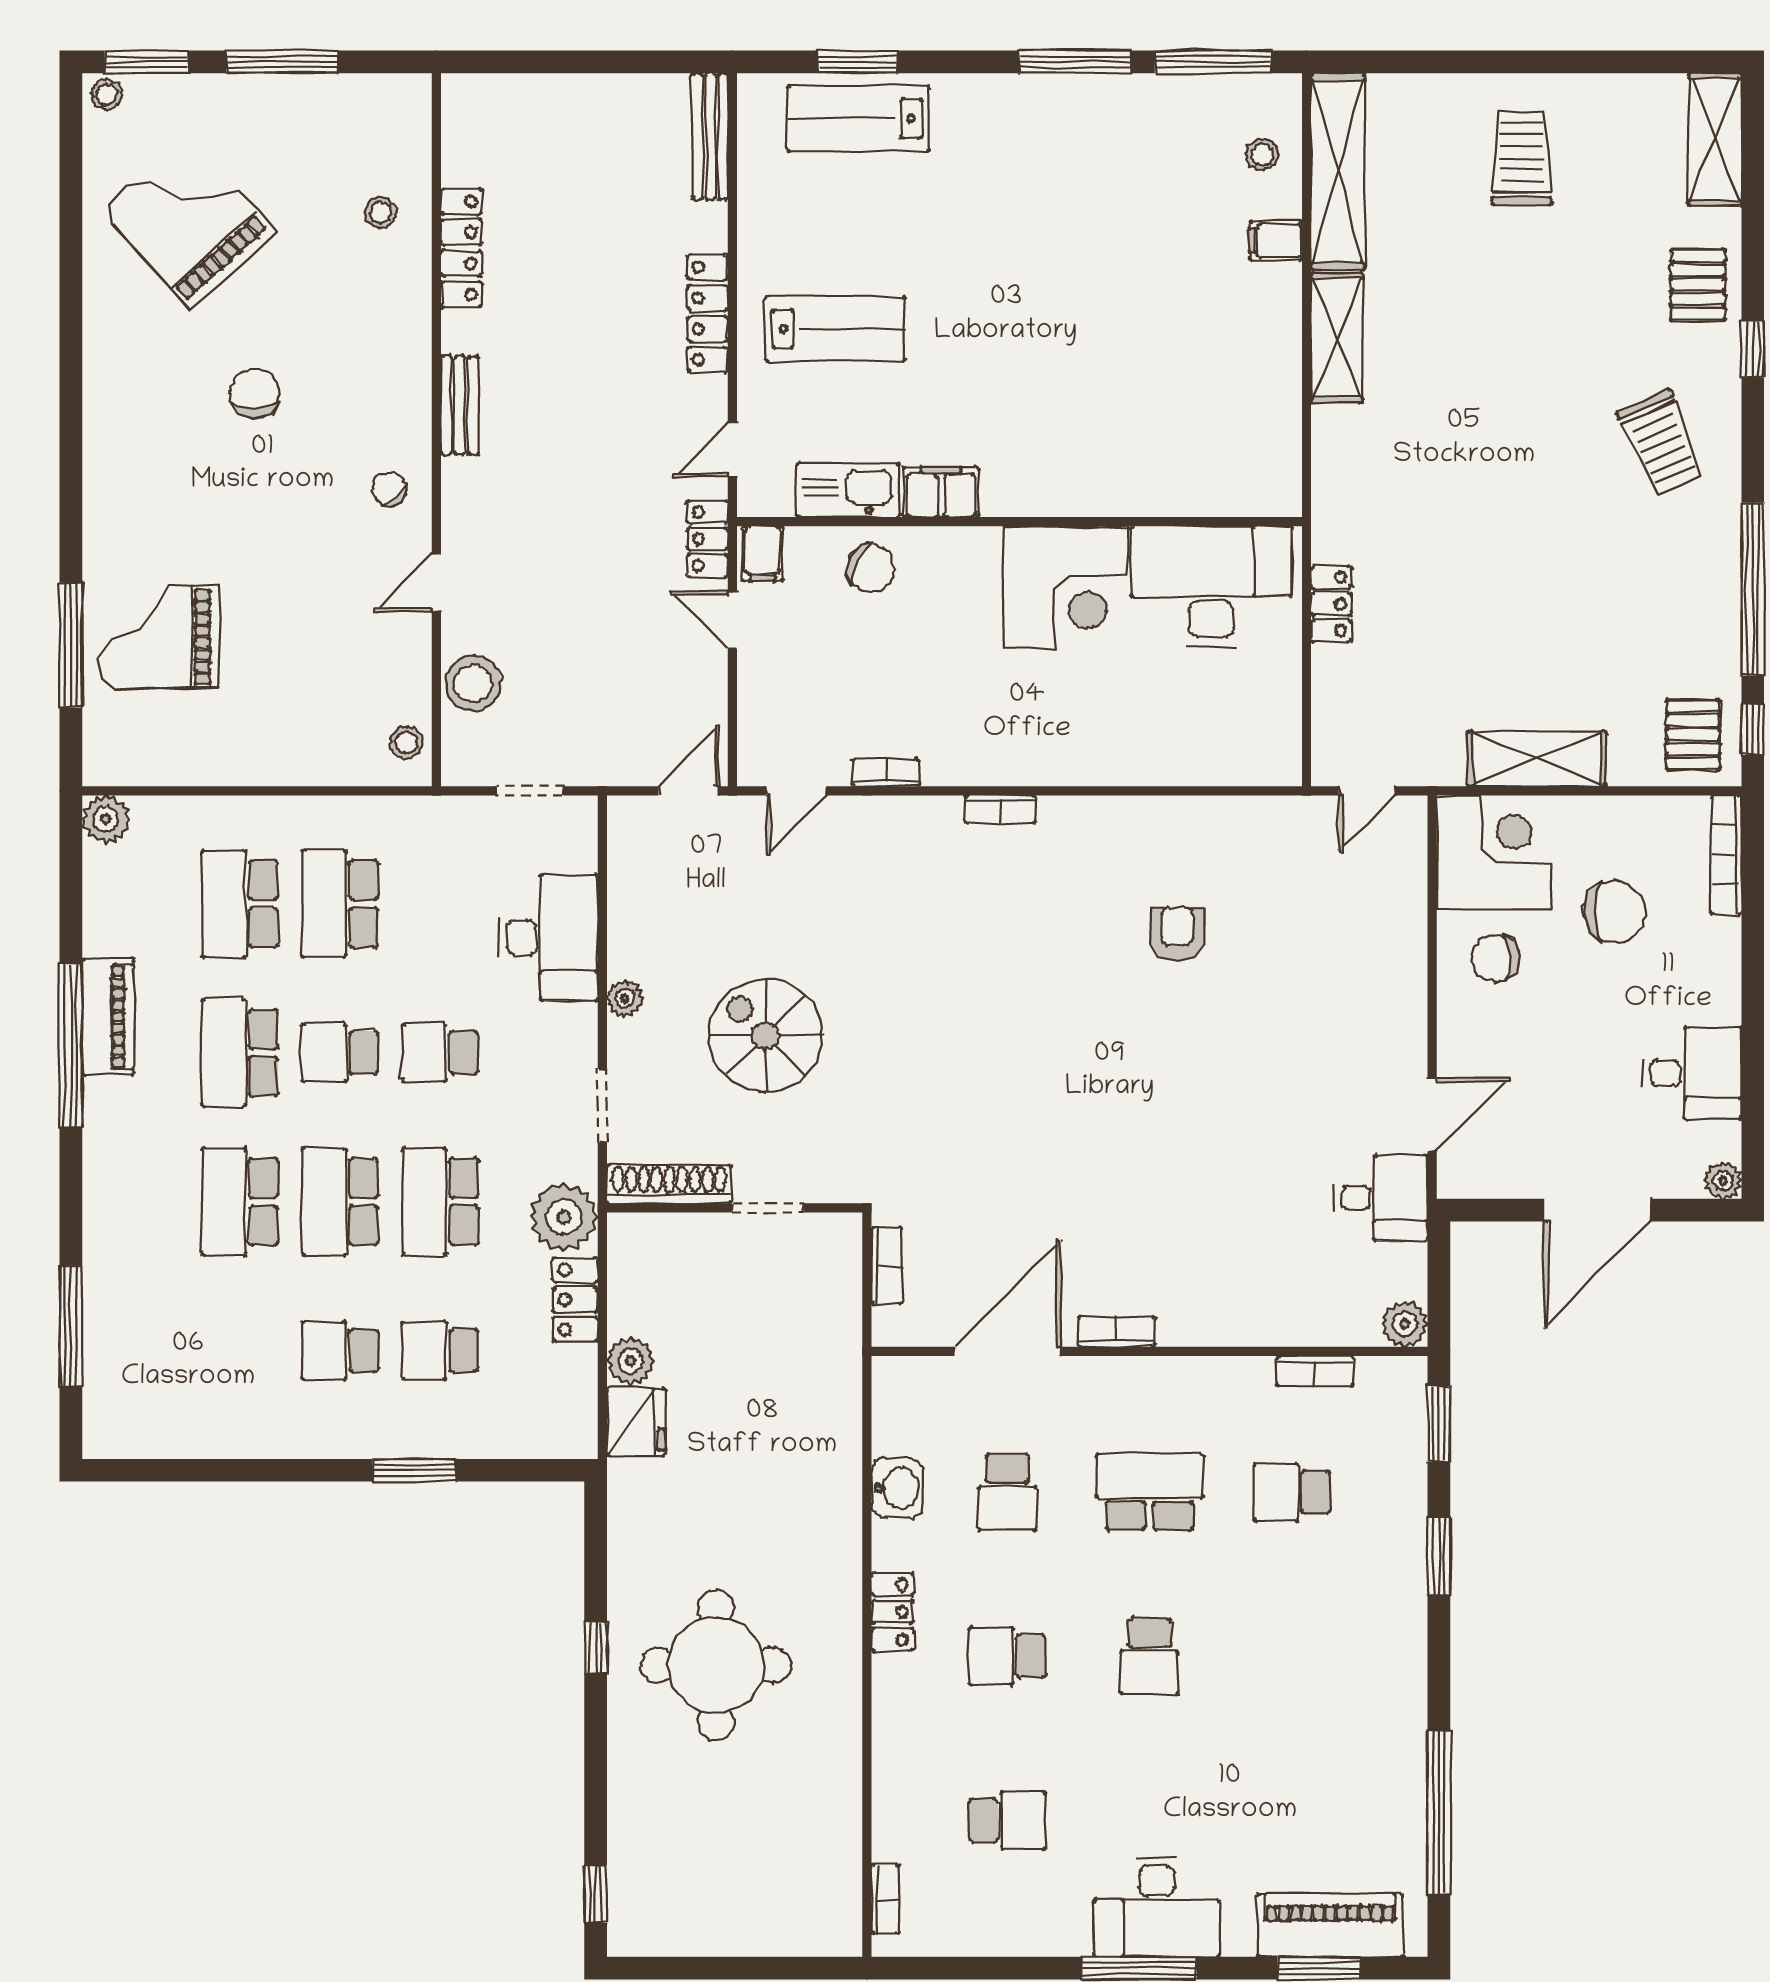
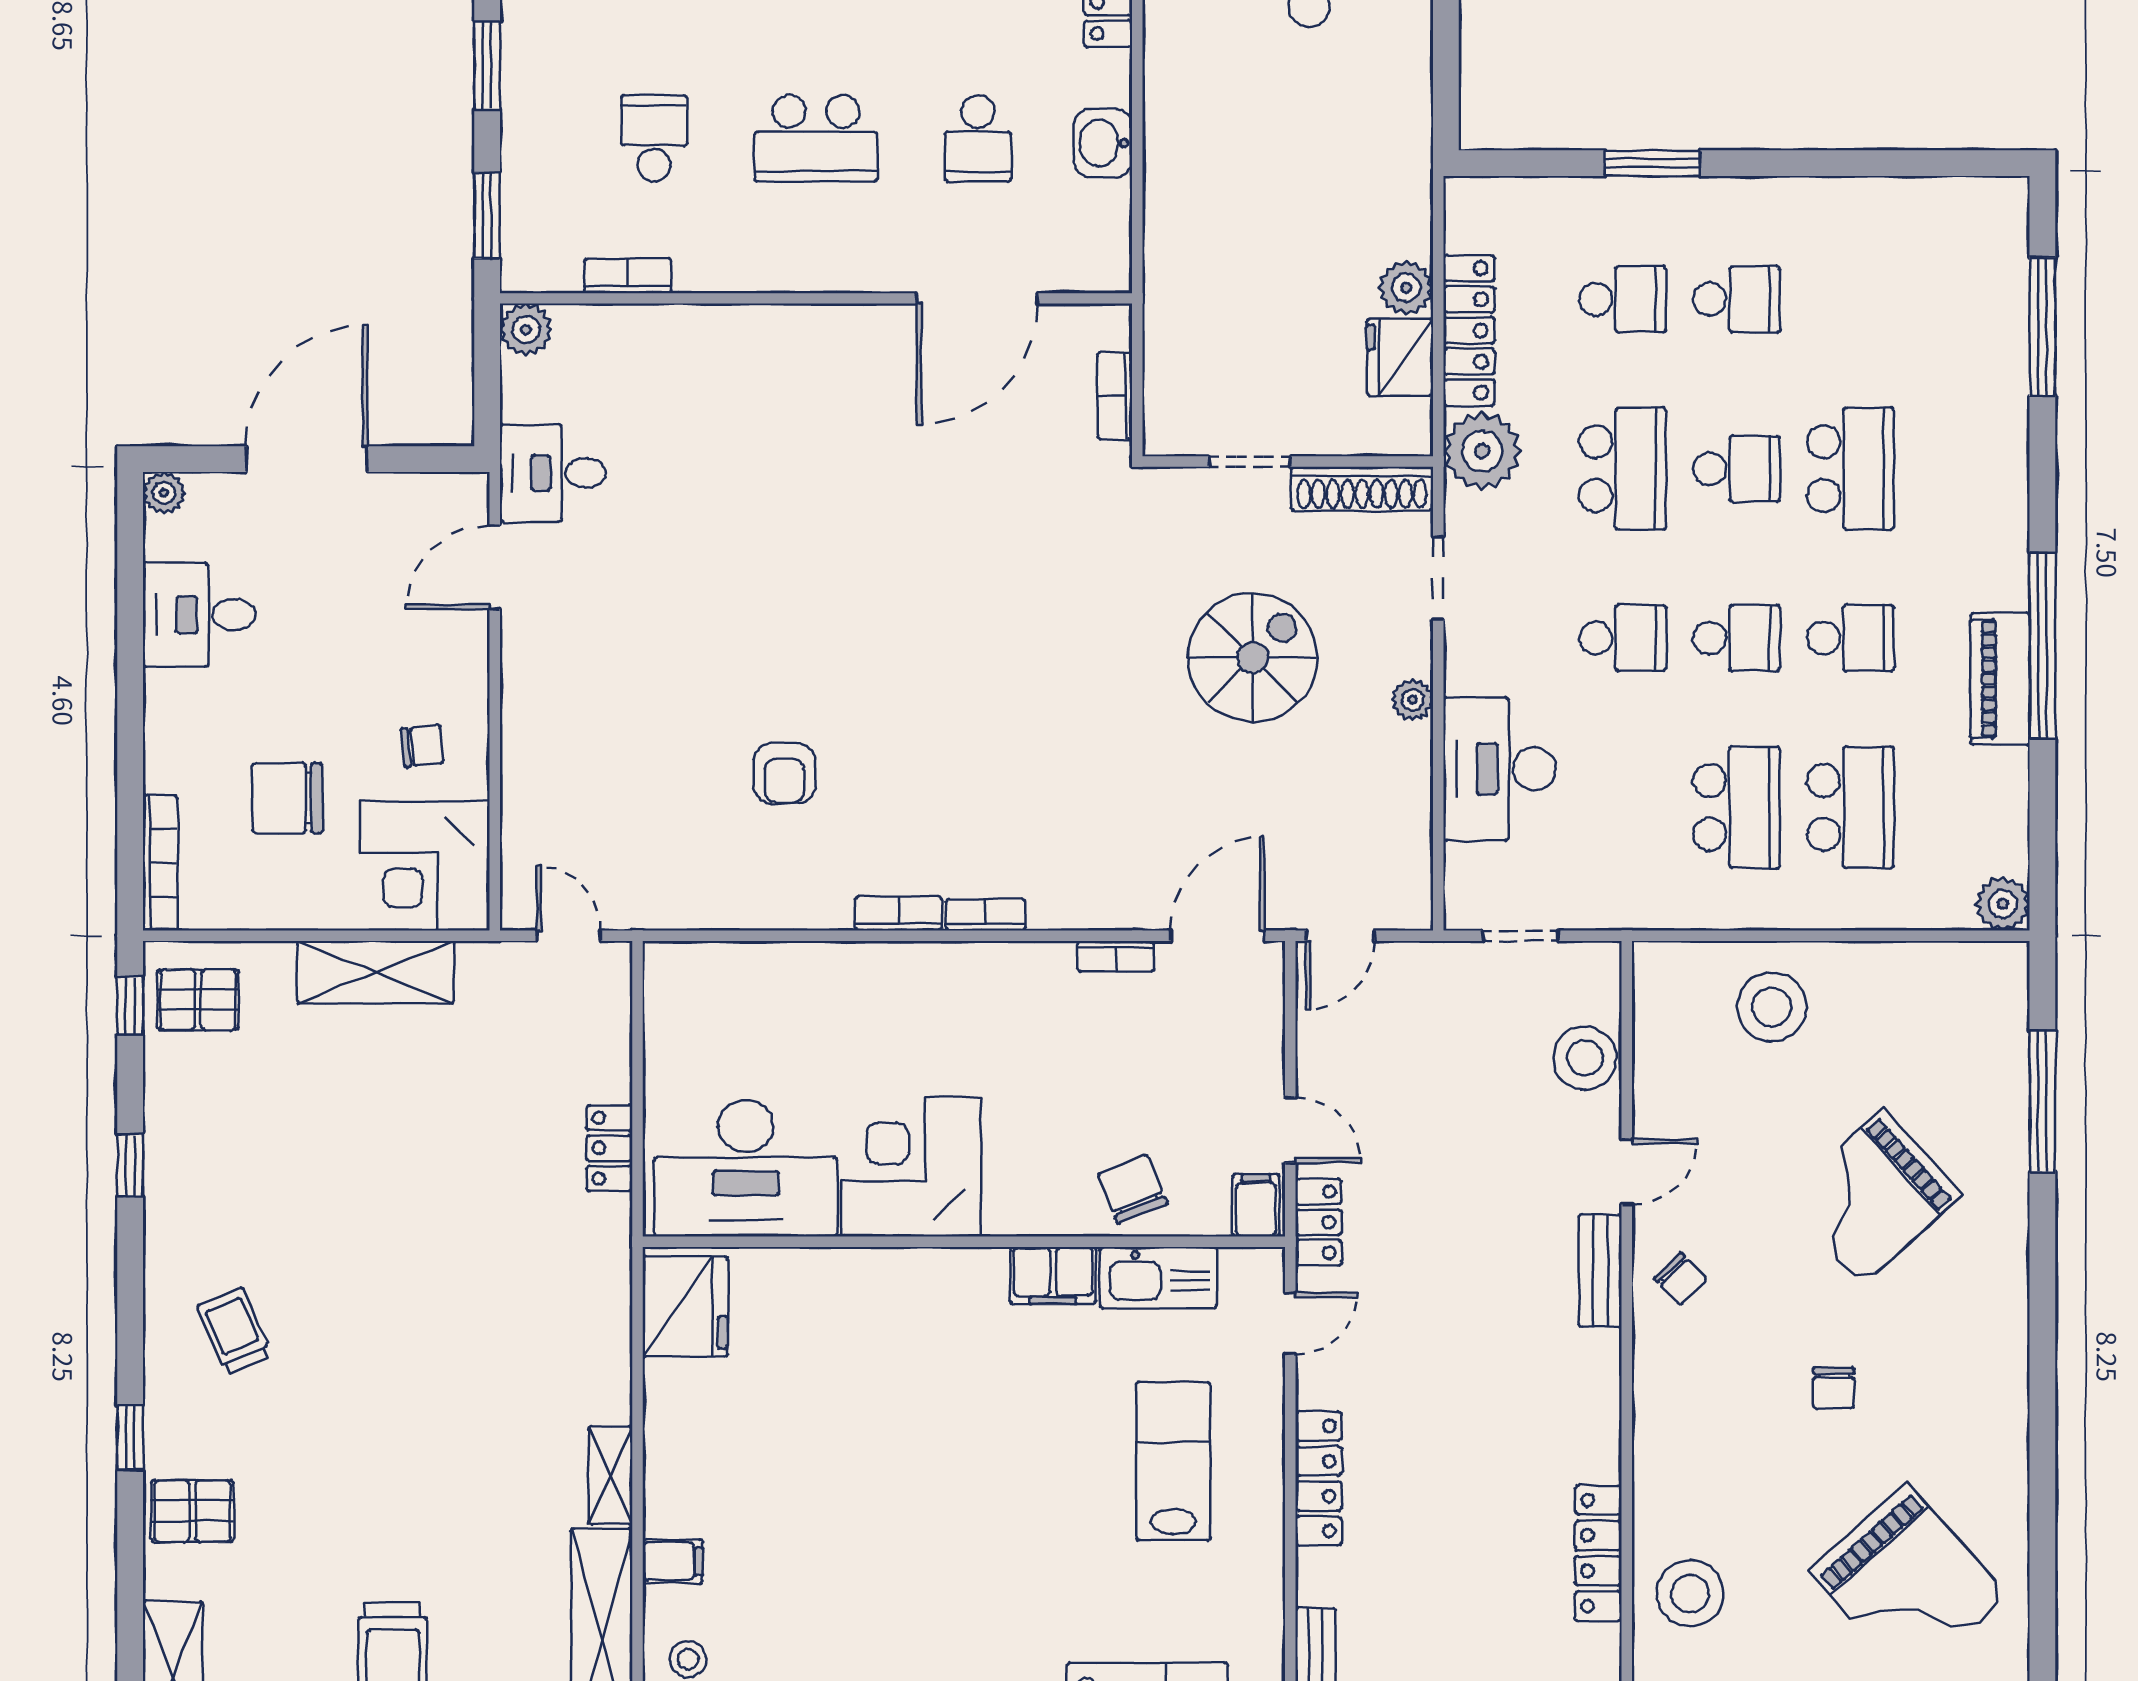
stool: (381, 212) -> (1690, 1593), width x1.89, depth x1.89
pallet: (1698, 285) -> (192, 1511), turned 90
lab bench: (835, 329) -> (1173, 1461), turned 90
shelving: (1337, 338) -> (610, 1475), width x0.67, depth x0.75
chair: (255, 393) -> (1834, 1388), width x0.73, depth x0.73
bench: (460, 405) -> (1600, 1271), moved
trolley: (1661, 443) -> (234, 1331), width x0.73, depth x0.72
fridge: (1265, 465) -> (685, 1306), added
chair: (871, 568) -> (1133, 1189), turned 39
window: (1753, 589) -> (130, 1165), width x0.32
grand piano: (159, 637) -> (1872, 1197), moved, turned 138
pallet: (1693, 735) -> (198, 1000), turned 90
stool: (406, 742) -> (1772, 1007), moved, width x1.89, depth x1.89
door: (796, 791) -> (1218, 936), width x1.38
door: (1367, 791) -> (569, 936), hinge flipped
chair: (1496, 958) -> (422, 746), width x0.73, depth x0.73
spiral stairs: (765, 1036) -> (1253, 657), turned -90
school desk: (240, 1053) -> (1850, 638), width x0.54
school desk: (340, 1202) -> (1736, 469), width x0.54
locker: (575, 1300) -> (1469, 330), width x1.53
bookcase: (1116, 1332) -> (899, 913), moved, turned 180
fridge: (636, 1422) -> (1400, 357), moved
school desk: (1007, 1492) -> (978, 138), turned 180
school desk: (1292, 1492) -> (654, 138), turned -90

